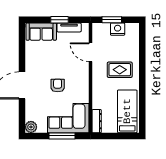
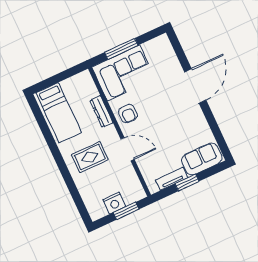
door: (91, 52) -> (128, 149), moved
armchair: (58, 85) -> (128, 114), moved
dresser: (97, 121) -> (101, 111), moved
plant: (31, 127) -> (162, 43), removed

